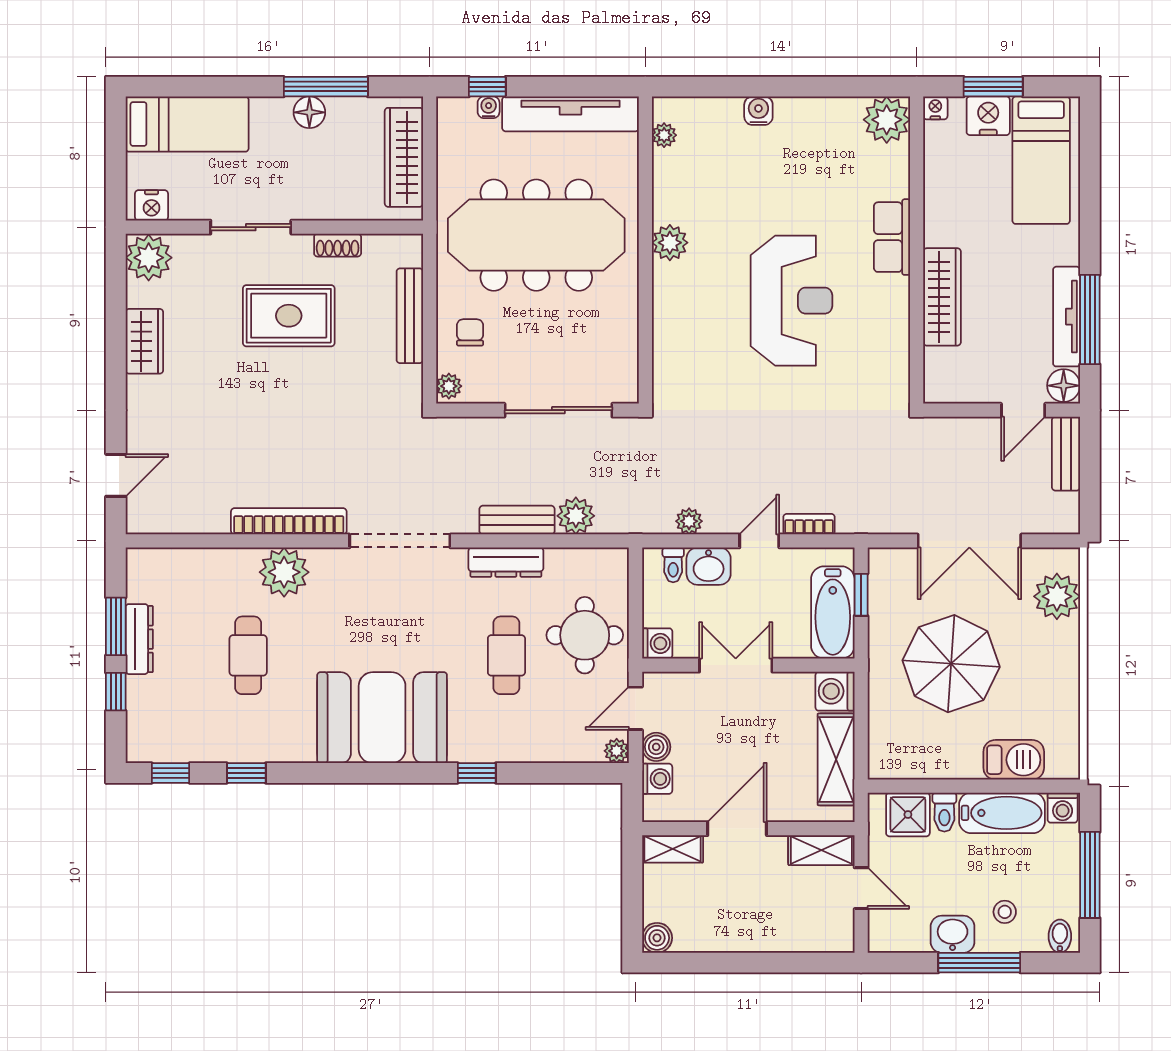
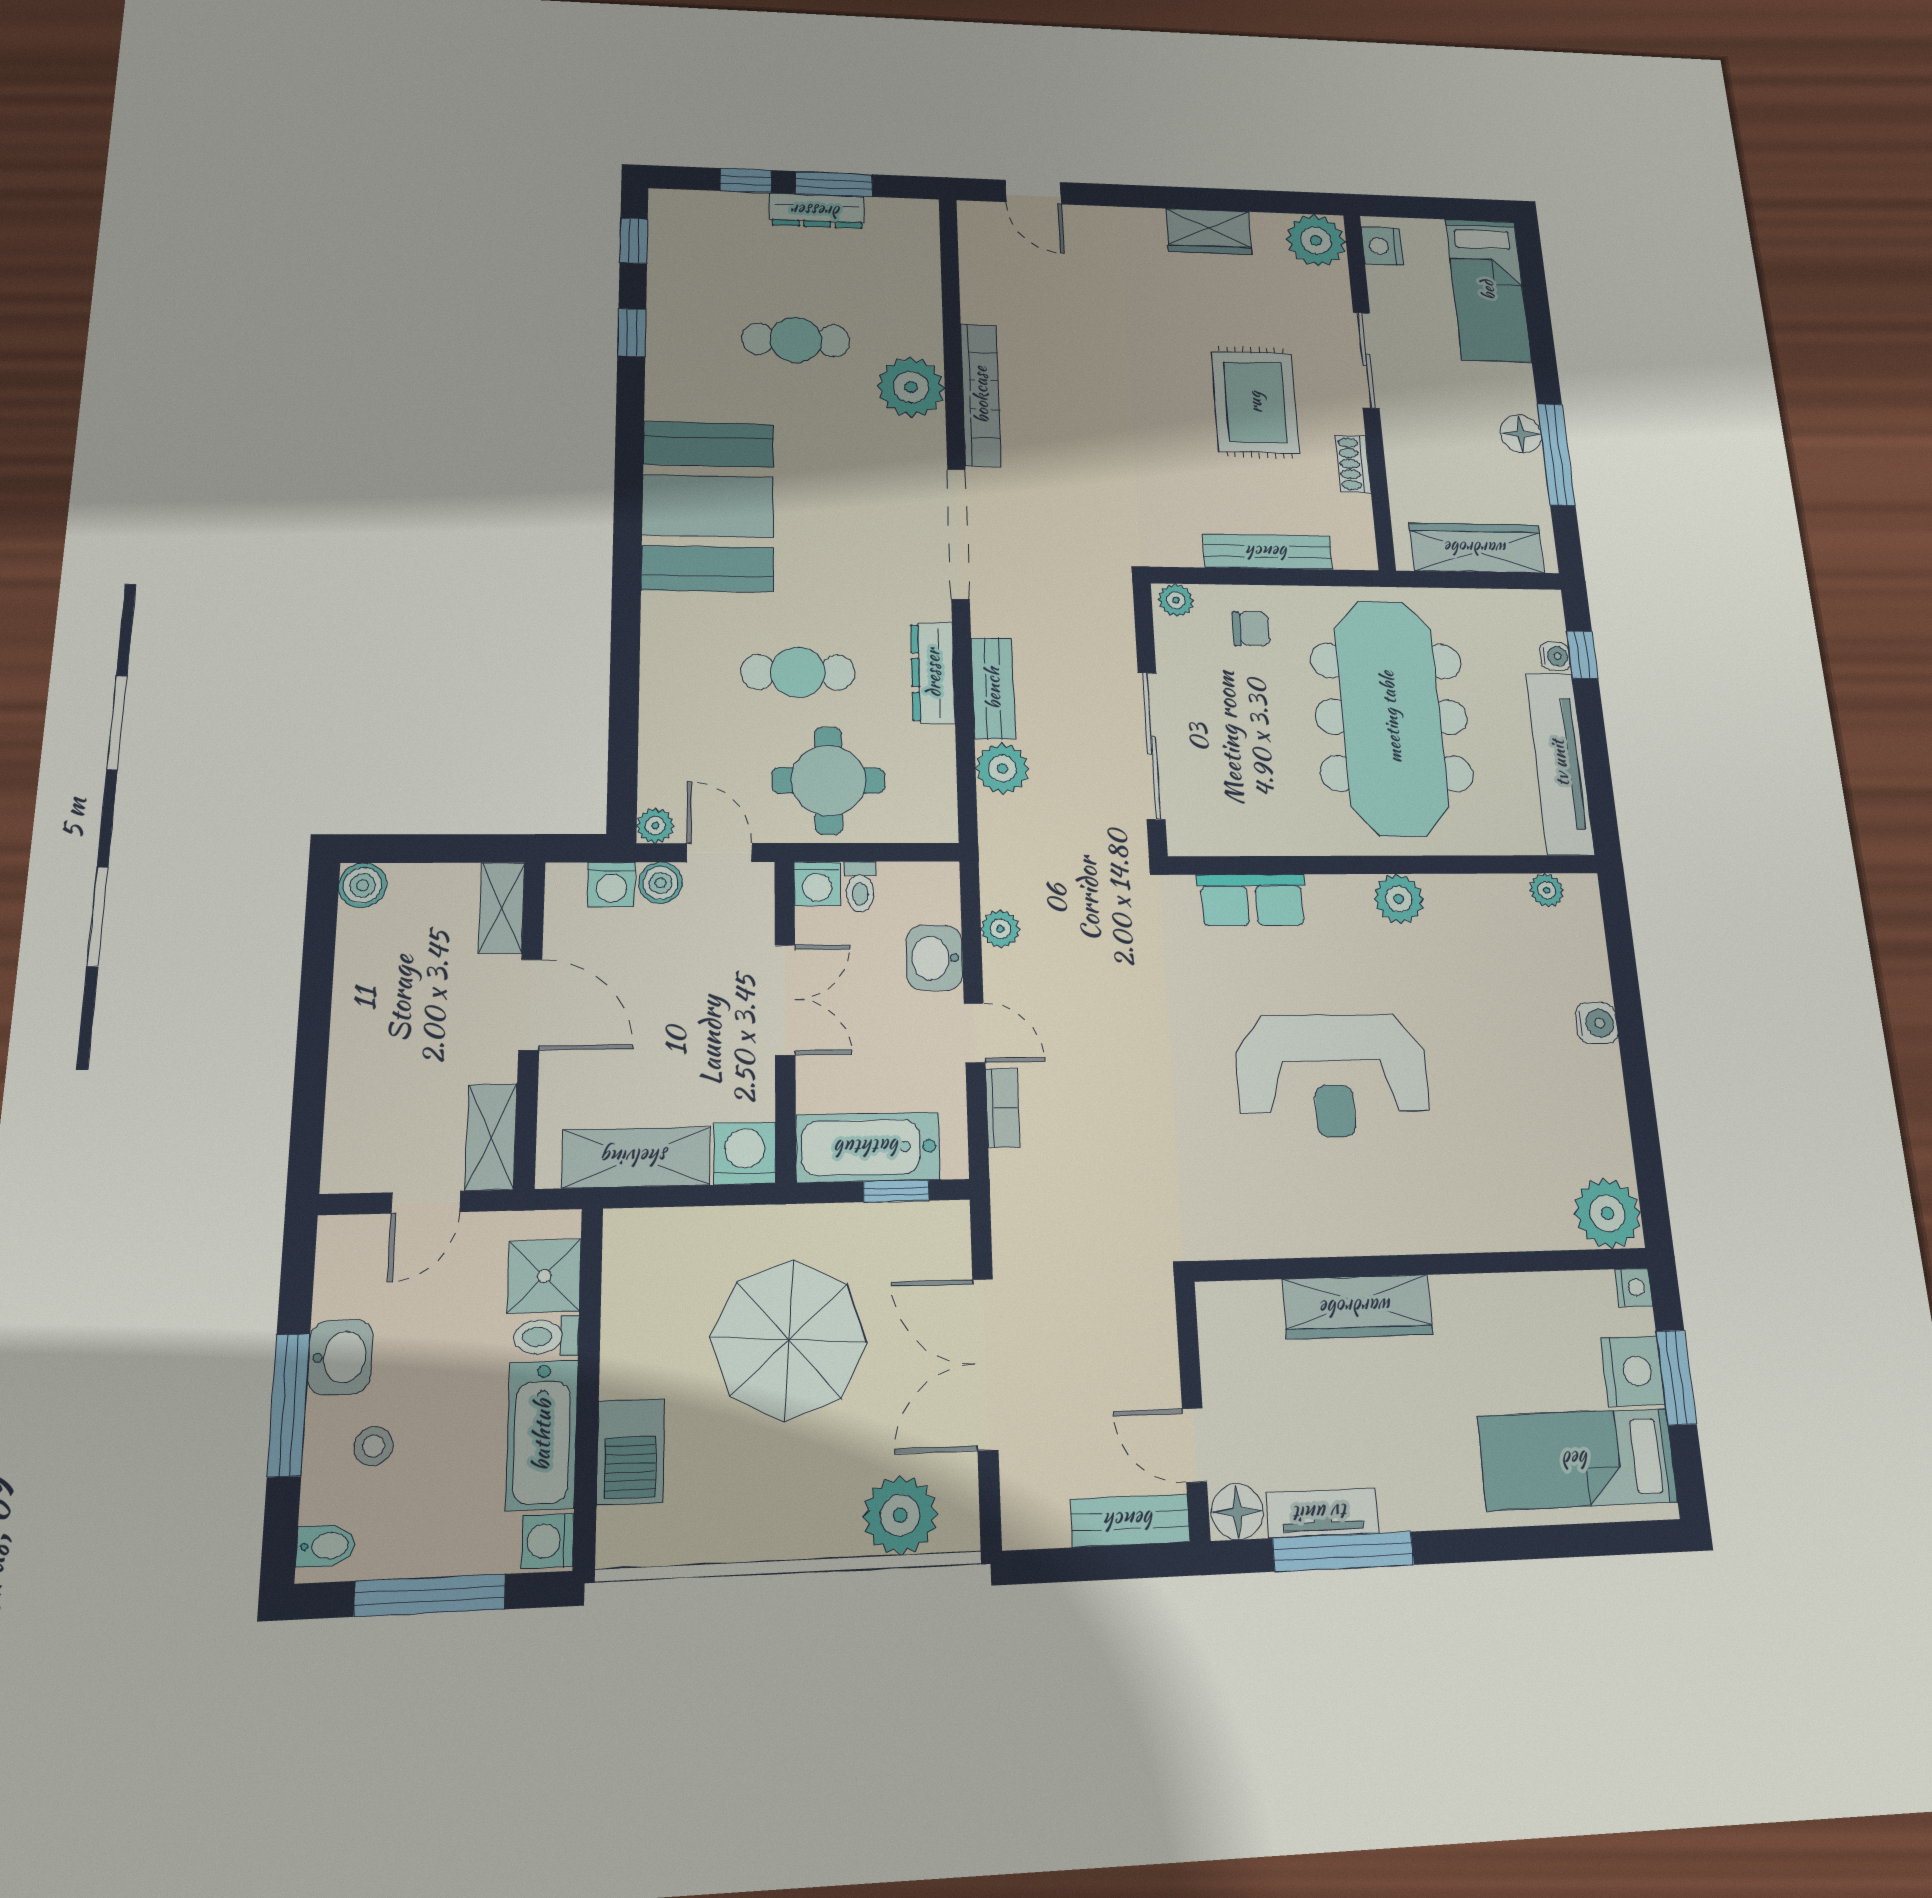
row of seats: (892, 237) -> (1252, 900), moved, turned 180
tv unit: (1067, 317) -> (1322, 1513), width x0.71
toilet: (673, 565) -> (860, 887), moved, turned -90
window: (477, 773) -> (626, 630), removed

